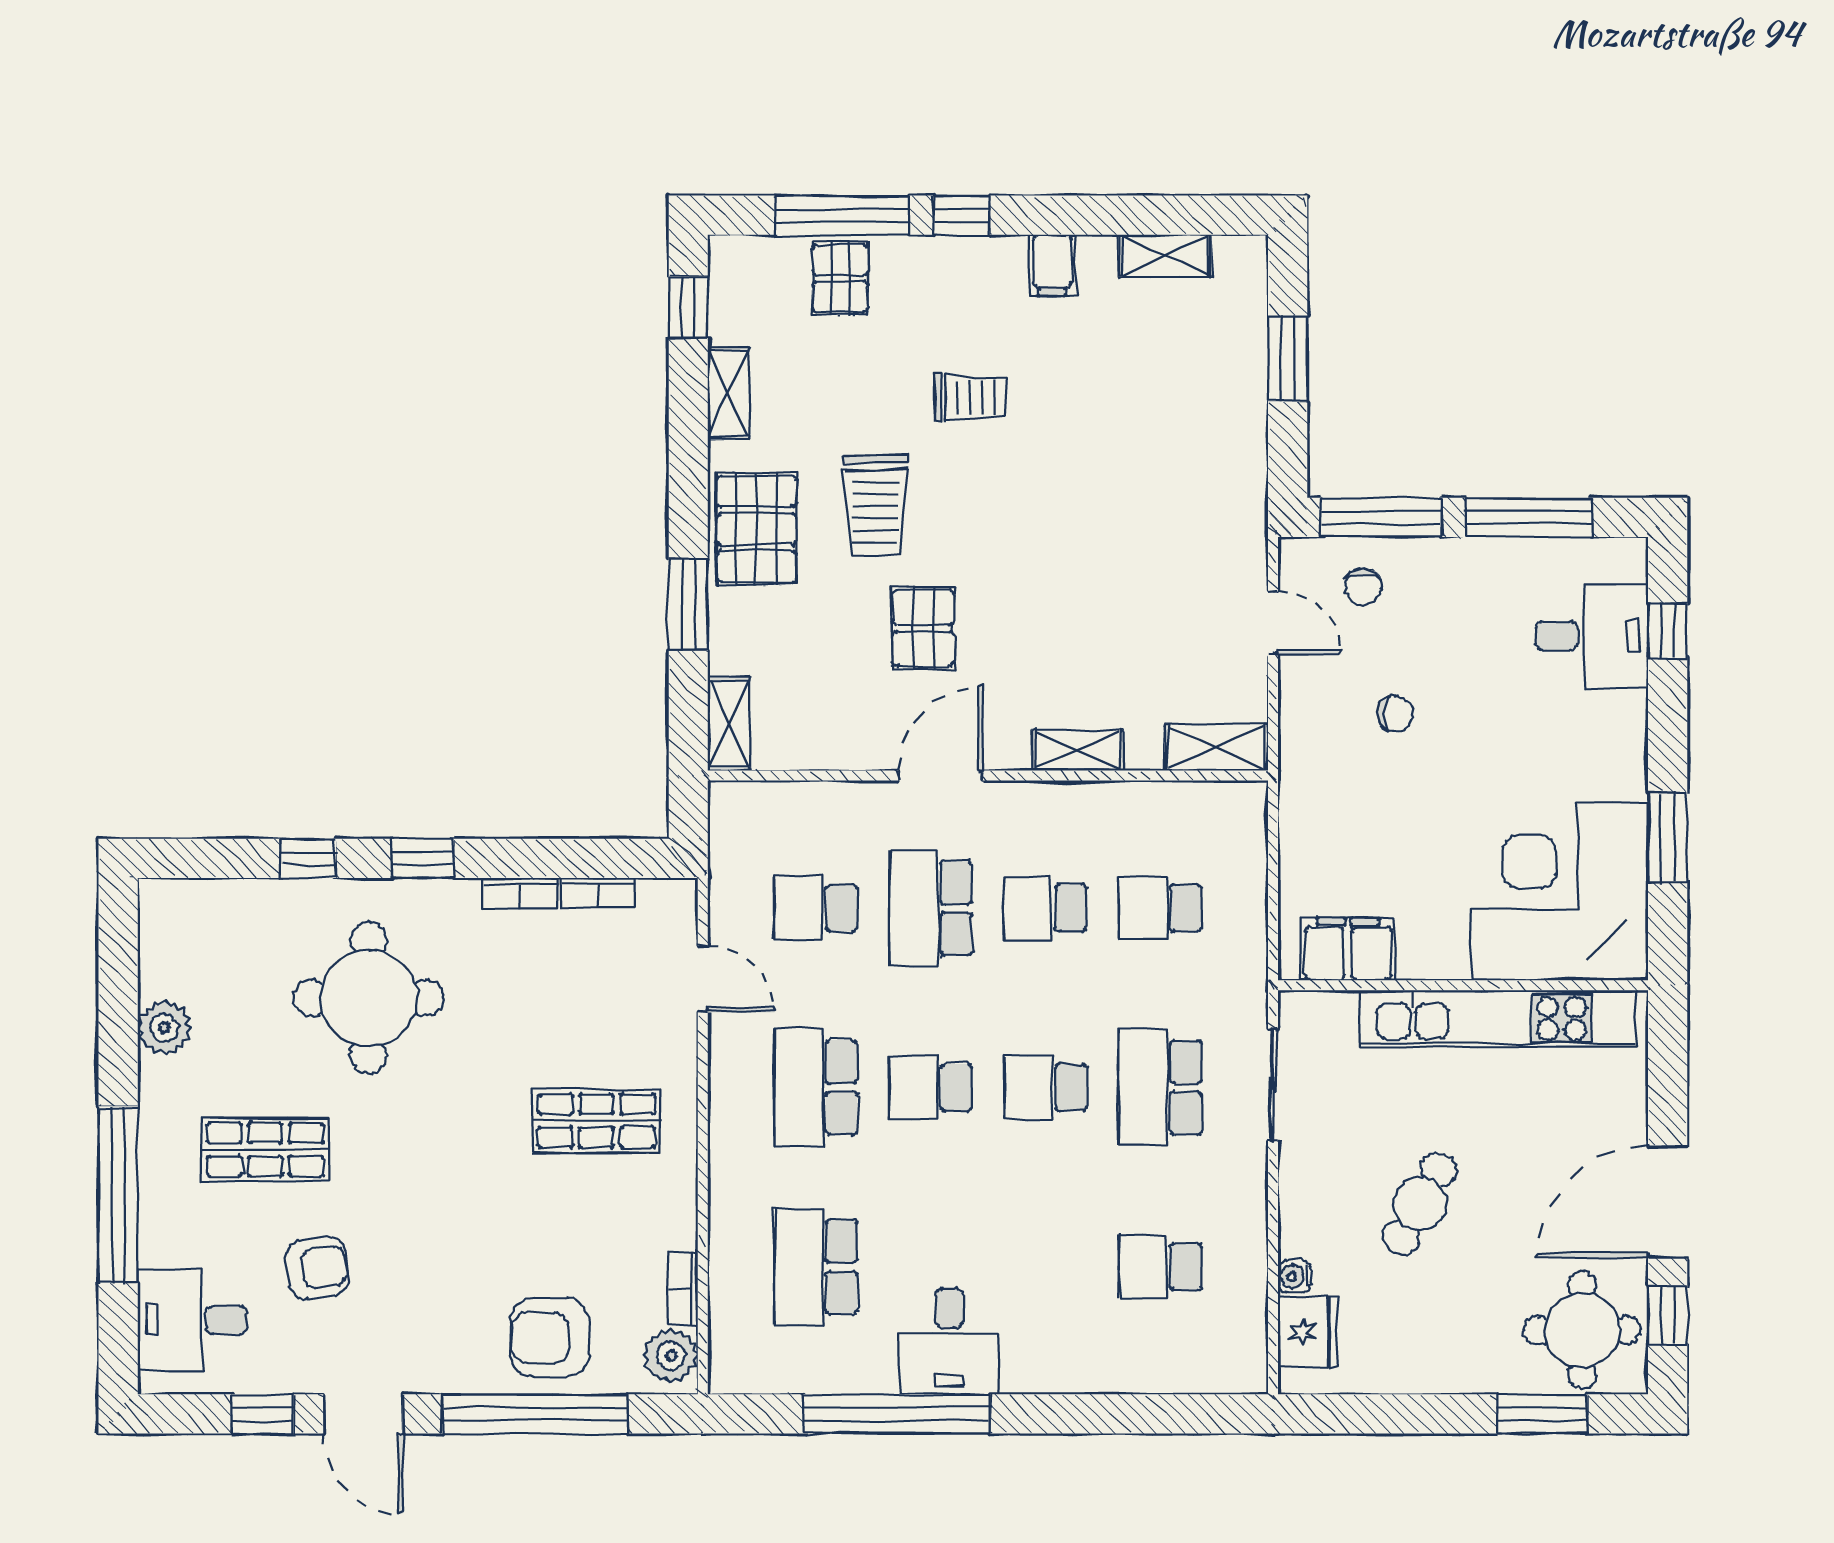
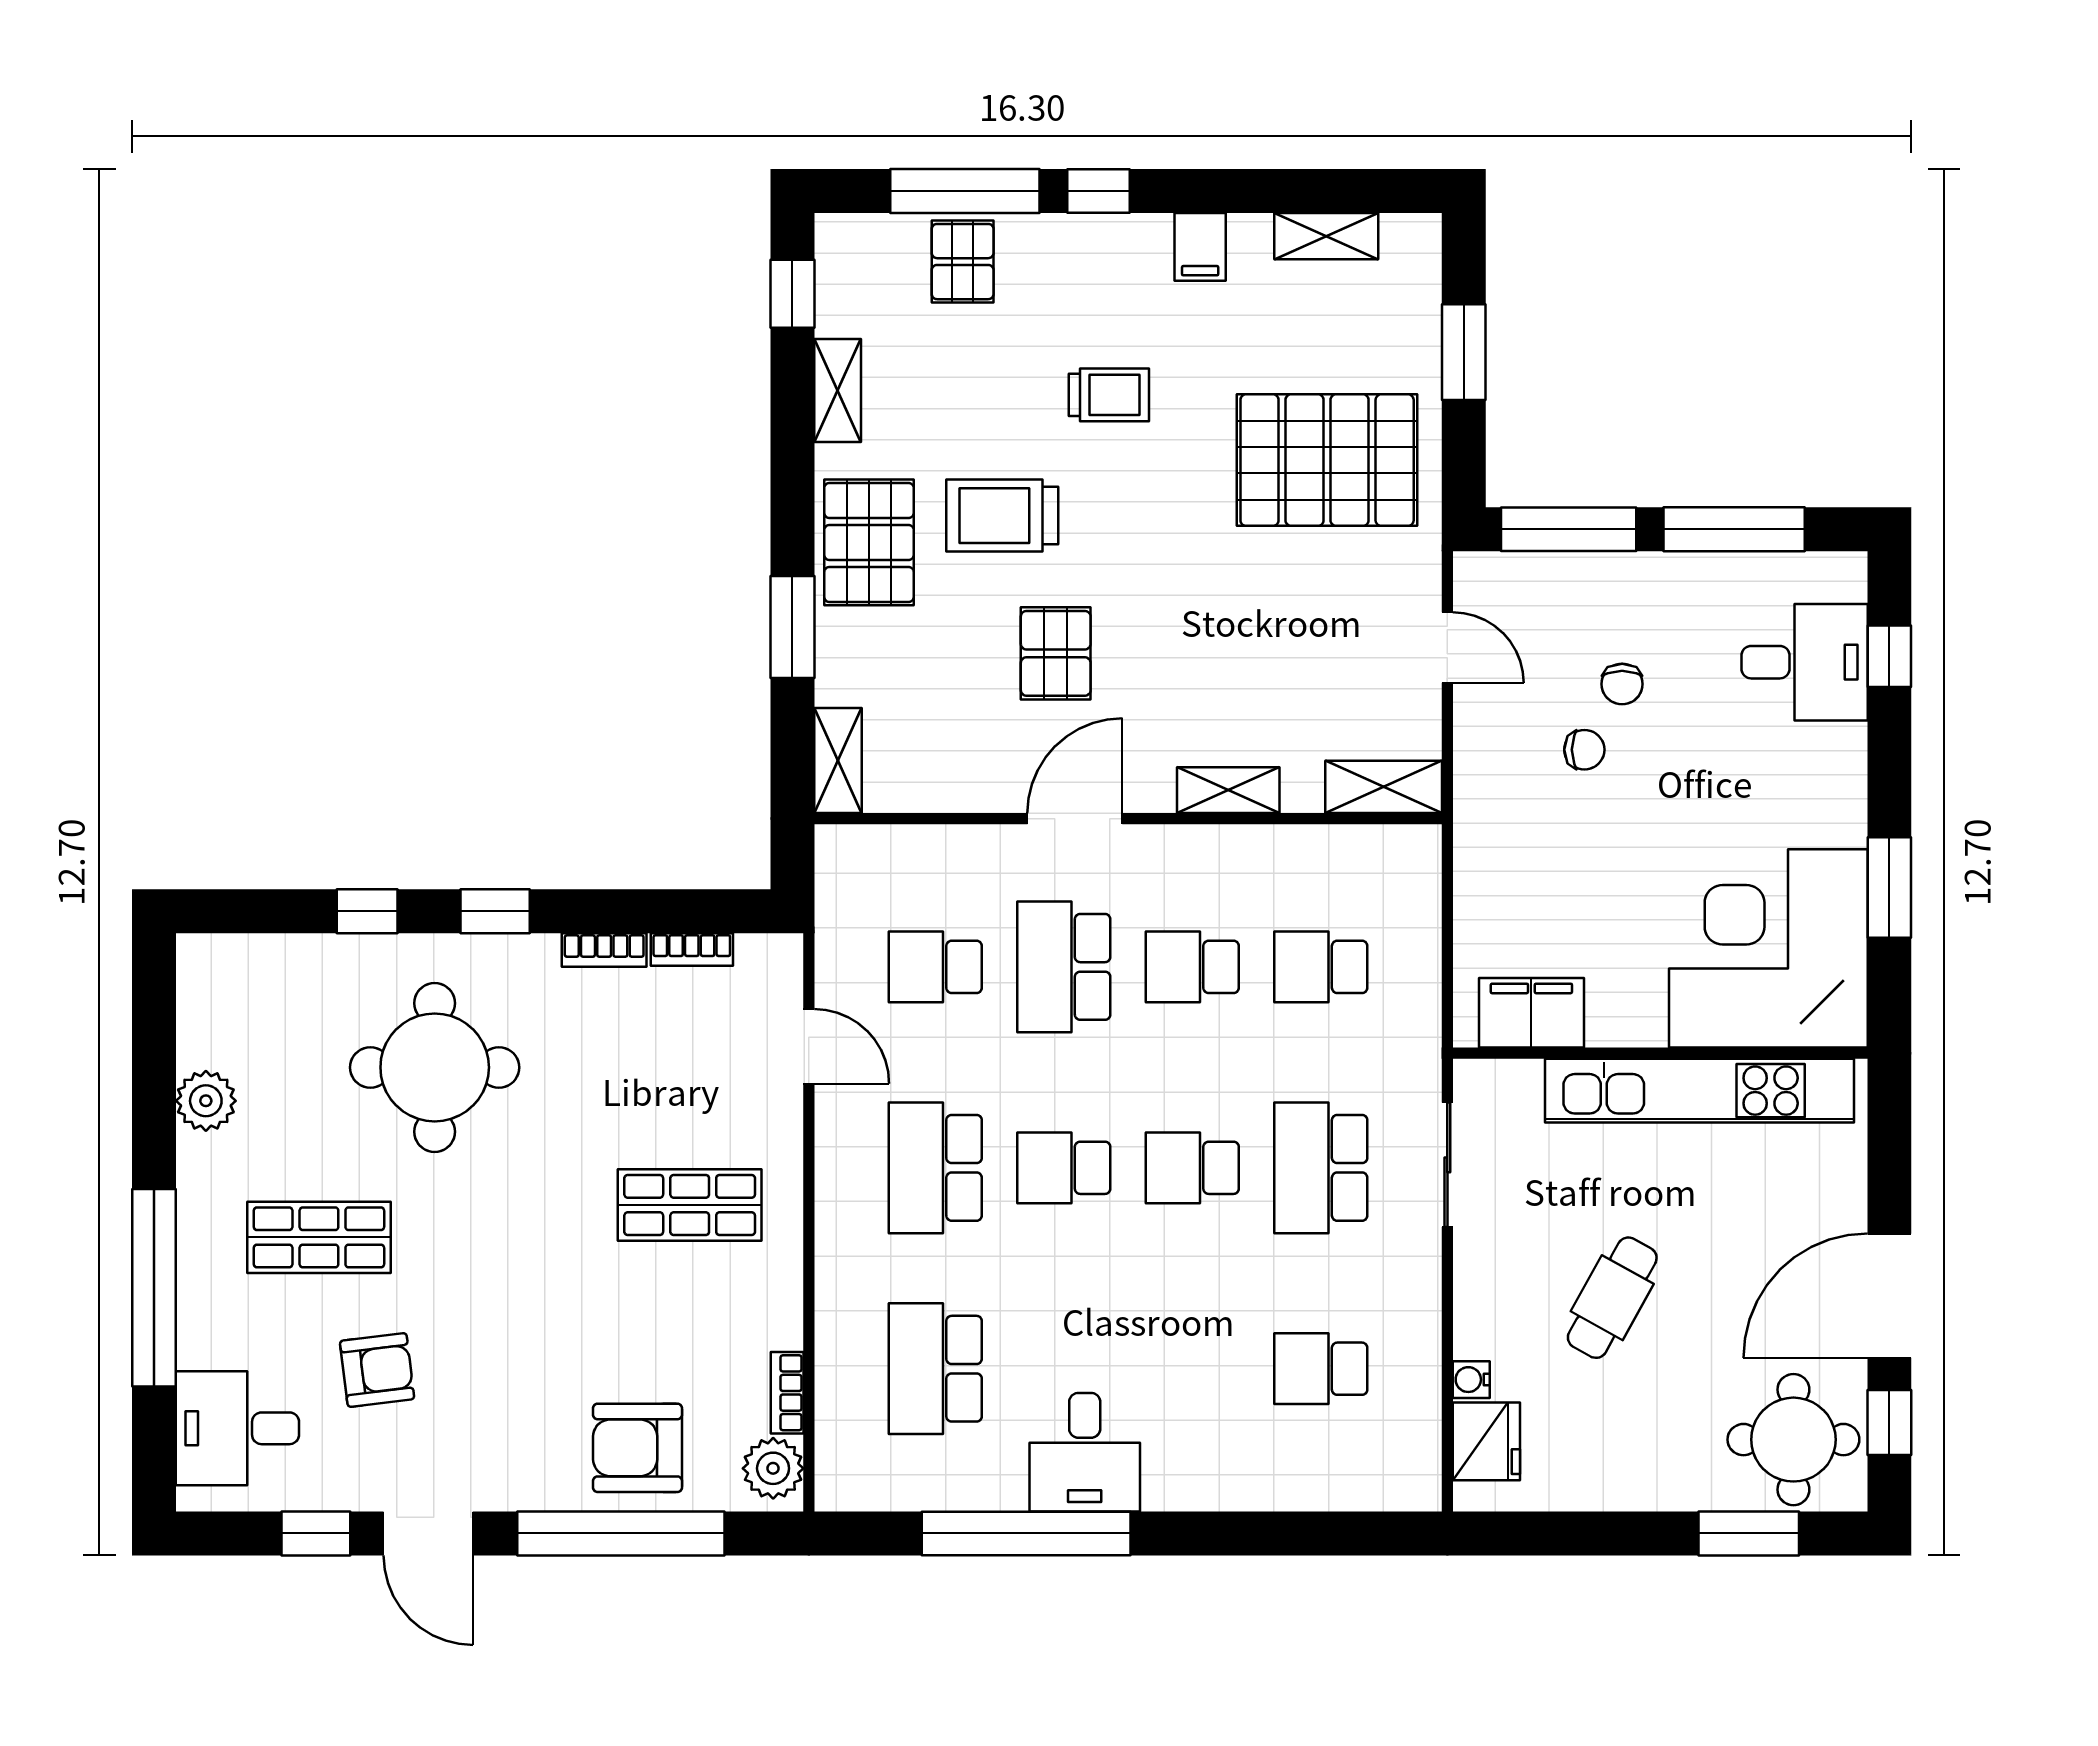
pallet: (1166, 456) -> (1327, 460), added
trolley: (876, 505) -> (1002, 516), turned 90
chair: (1363, 587) -> (1622, 684), moved

